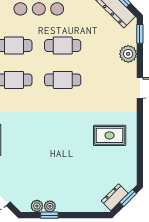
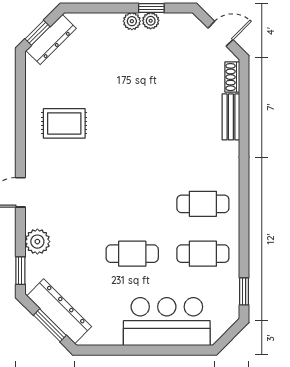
cafe table: (63, 80) -> (132, 204), removed
dresser: (115, 197) -> (51, 39), width x1.44
plant: (37, 206) -> (132, 21), moved

